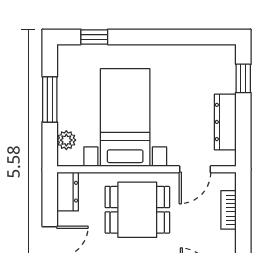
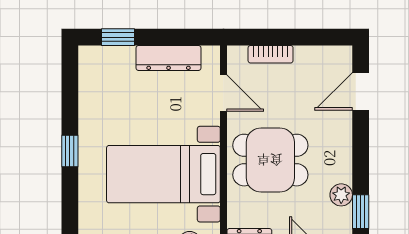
window: (94, 37) -> (70, 151), moved
dining table: (137, 210) -> (270, 160), turned 90

